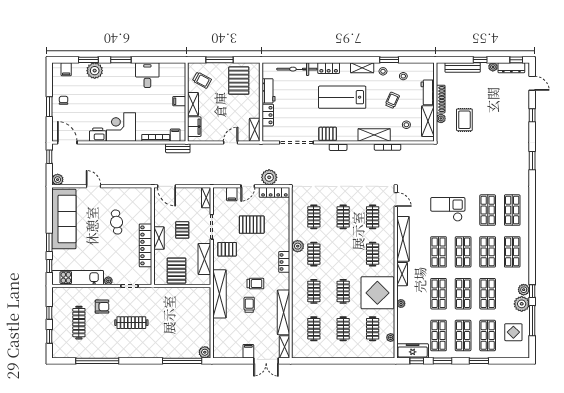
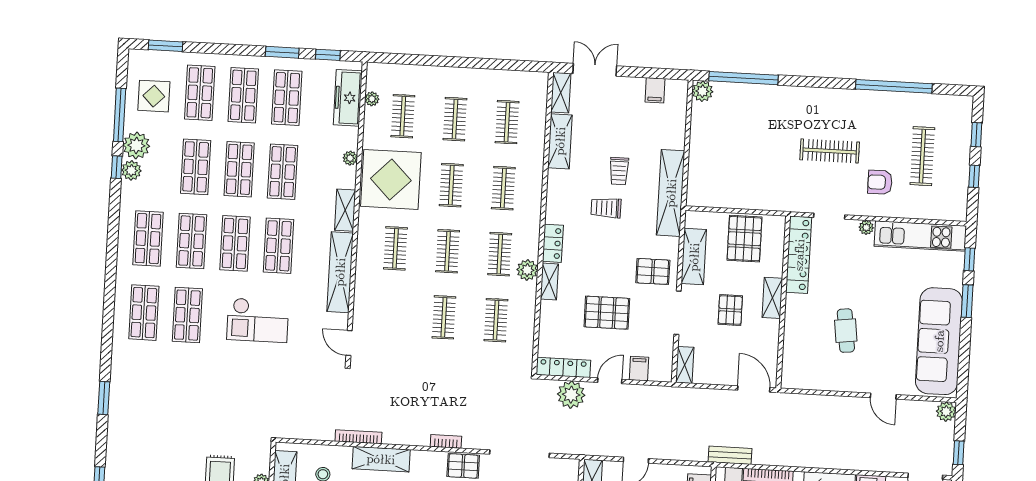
clothes rail: (373, 217) -> (448, 251), moved
shelving: (285, 240) -> (549, 282), added
locker: (146, 245) -> (799, 255), moved
shelving: (283, 312) -> (560, 141), width x0.68
filing cabinet: (248, 351) -> (655, 90), moved
freezer: (413, 351) -> (348, 98), moved, turned 90
window: (479, 361) -> (165, 46), moved

